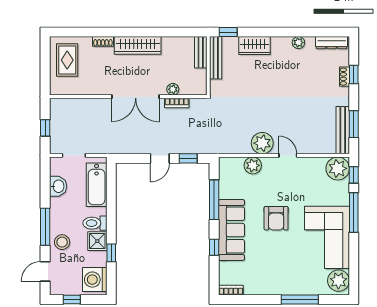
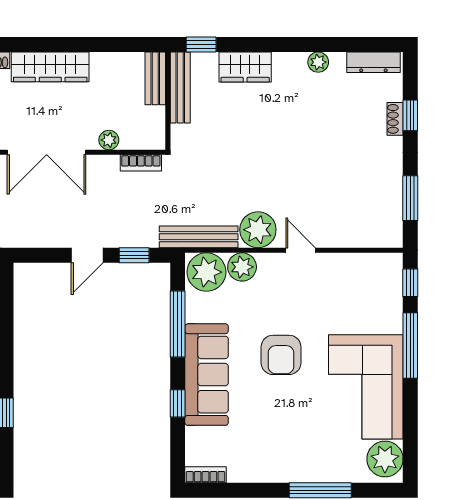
bookcase: (177, 103) -> (141, 163), moved
bench: (343, 130) -> (199, 237), moved, turned 90
plant: (338, 168) -> (206, 272), moved

